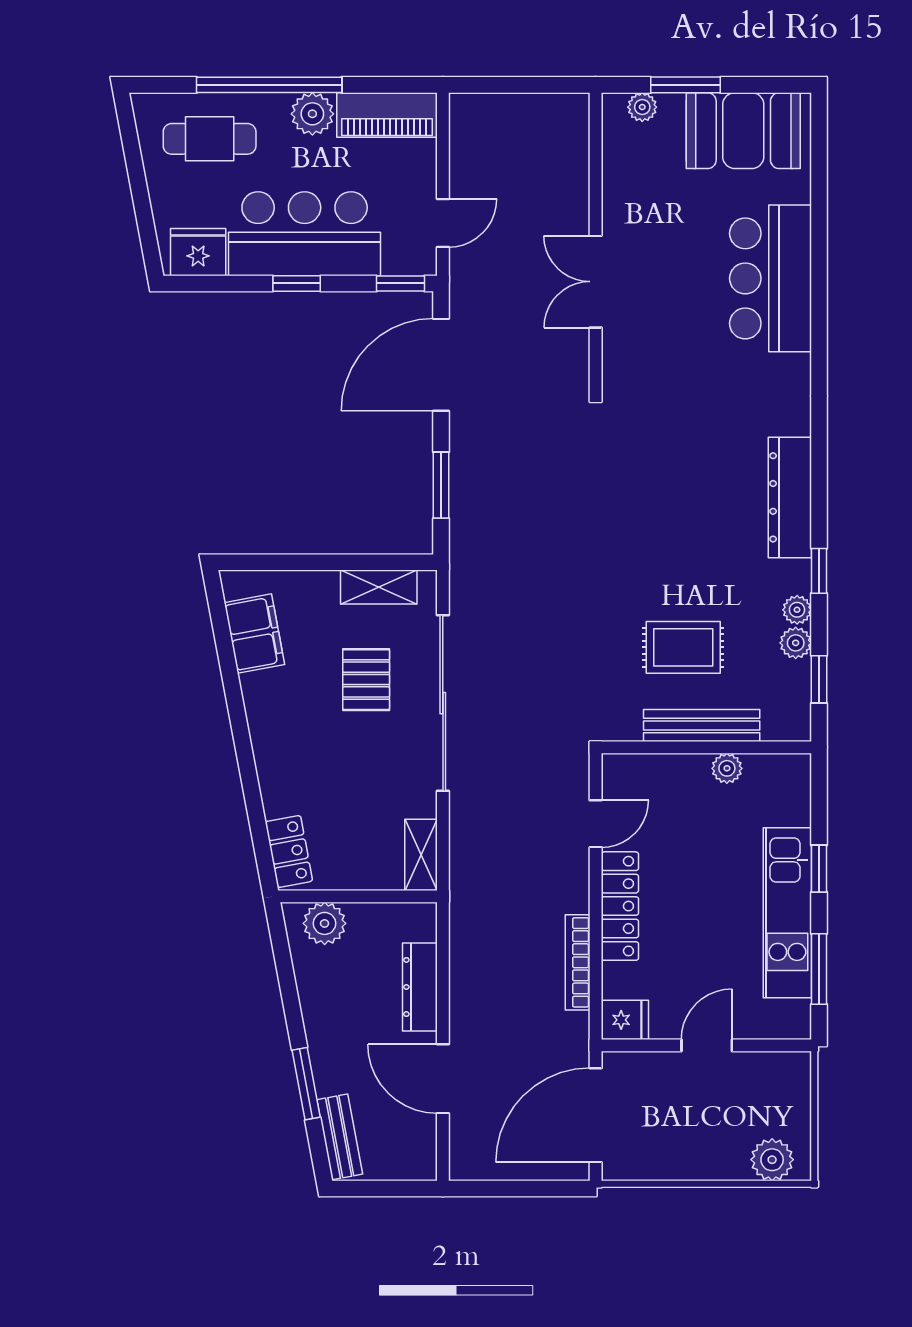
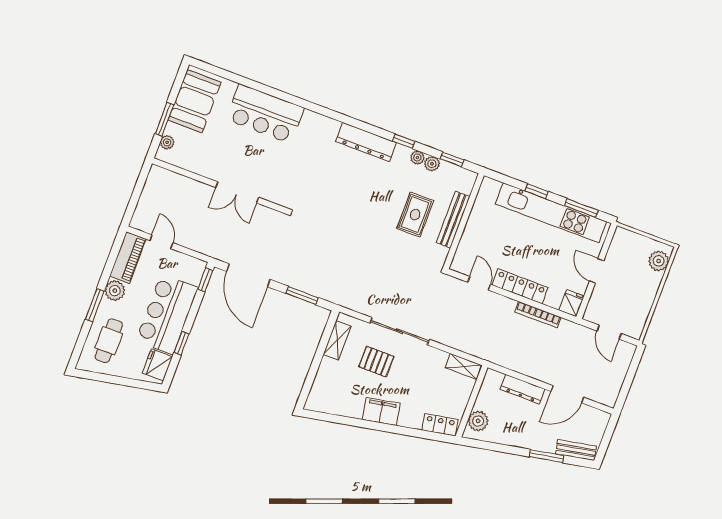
window: (269, 85) -> (95, 305), width x0.47
door: (443, 223) -> (161, 242), moved
window: (297, 283) -> (181, 343), moved
filing cabinet: (254, 634) -> (381, 412), moved
sliding door: (443, 703) -> (400, 331), width x0.73
plant: (727, 768) -> (476, 215), removed
kitchen unit: (787, 913) -> (551, 213), width x1.36
door: (596, 1115) -> (609, 332), width x0.53

